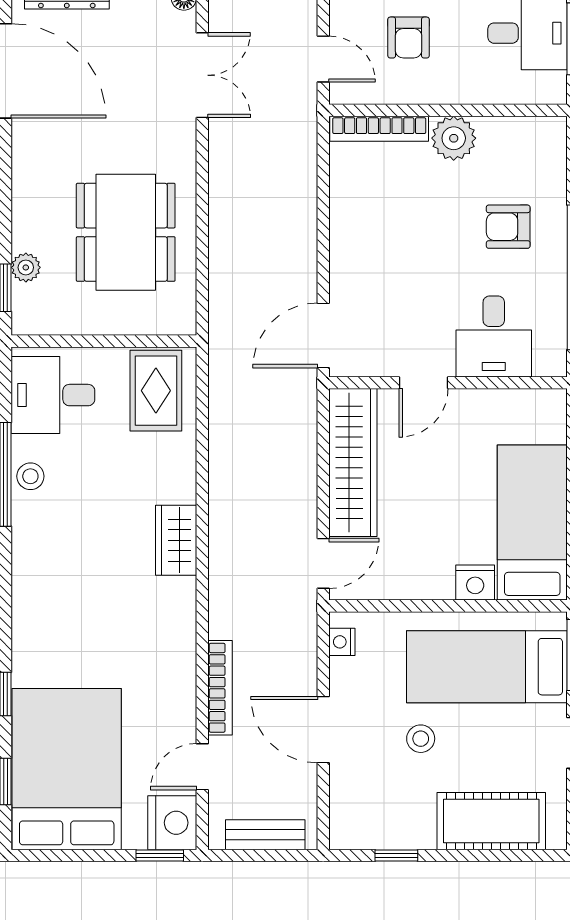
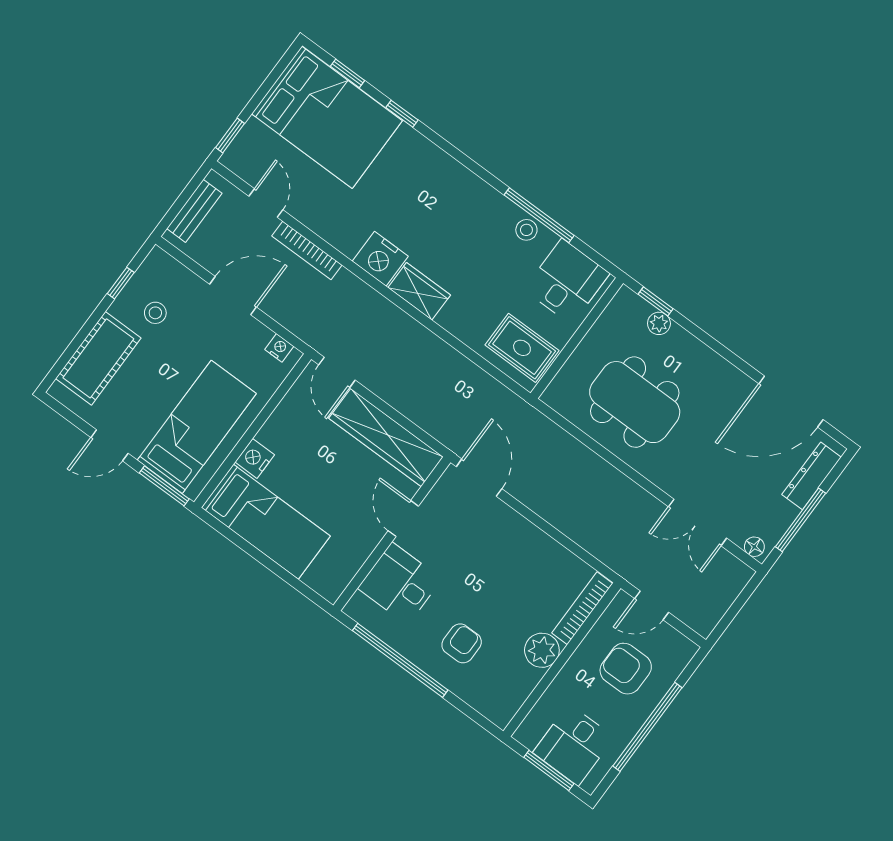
armchair: (409, 38) -> (626, 669), width x1.38, depth x1.38
stool: (421, 739) -> (155, 313), moved
nightstand: (172, 823) -> (380, 259), moved

